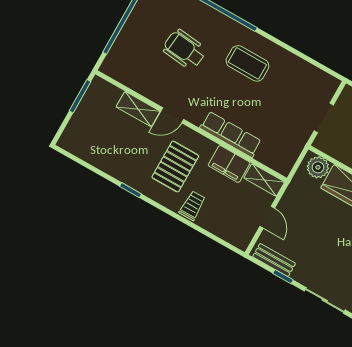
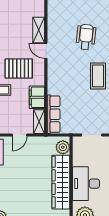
row of seats: (231, 134) -> (54, 114), moved

